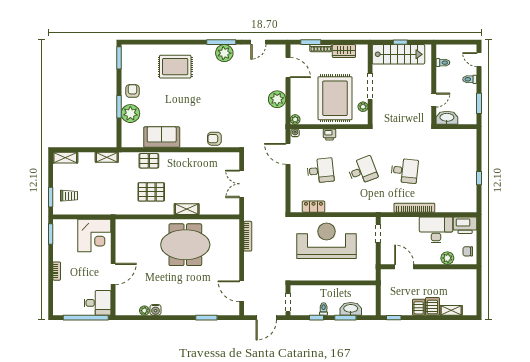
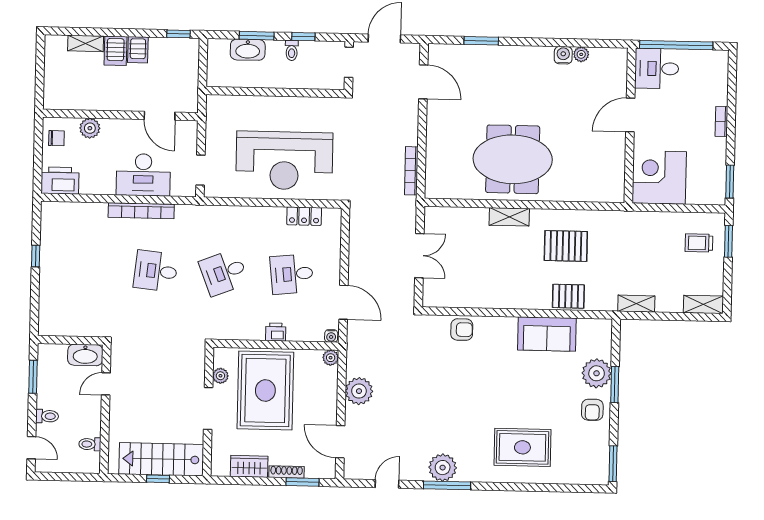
desk: (436, 230) -> (143, 175), moved

